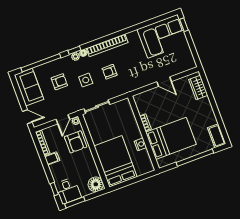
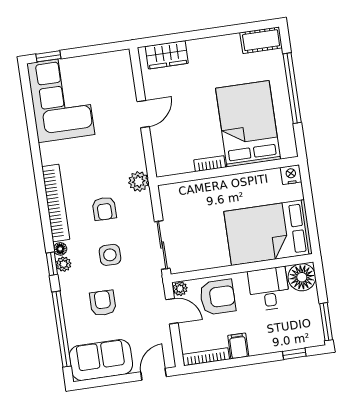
plant: (128, 87) -> (139, 181), added
nightstand: (140, 144) -> (291, 175), moved
desk: (68, 191) -> (269, 289), moved, turned -90

